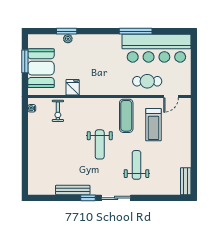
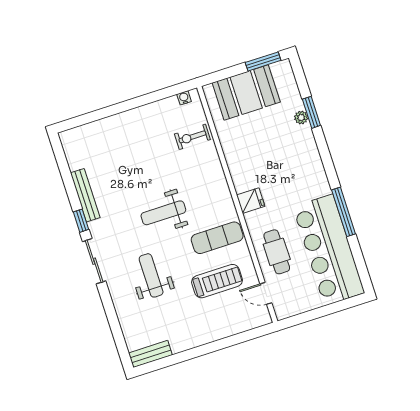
window: (25, 61) -> (263, 61), moved
fridge: (73, 87) -> (251, 201), moved
treadmill: (153, 125) -> (217, 281), turned 180
weight bench: (137, 165) -> (151, 275), turned -90

